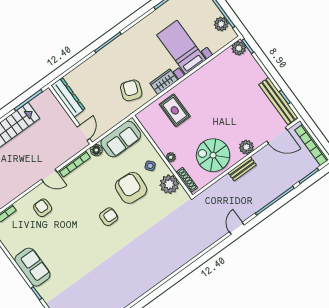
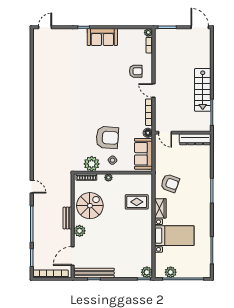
door: (49, 176) -> (153, 91), hinge flipped
armchair: (109, 217) -> (99, 110), removed

